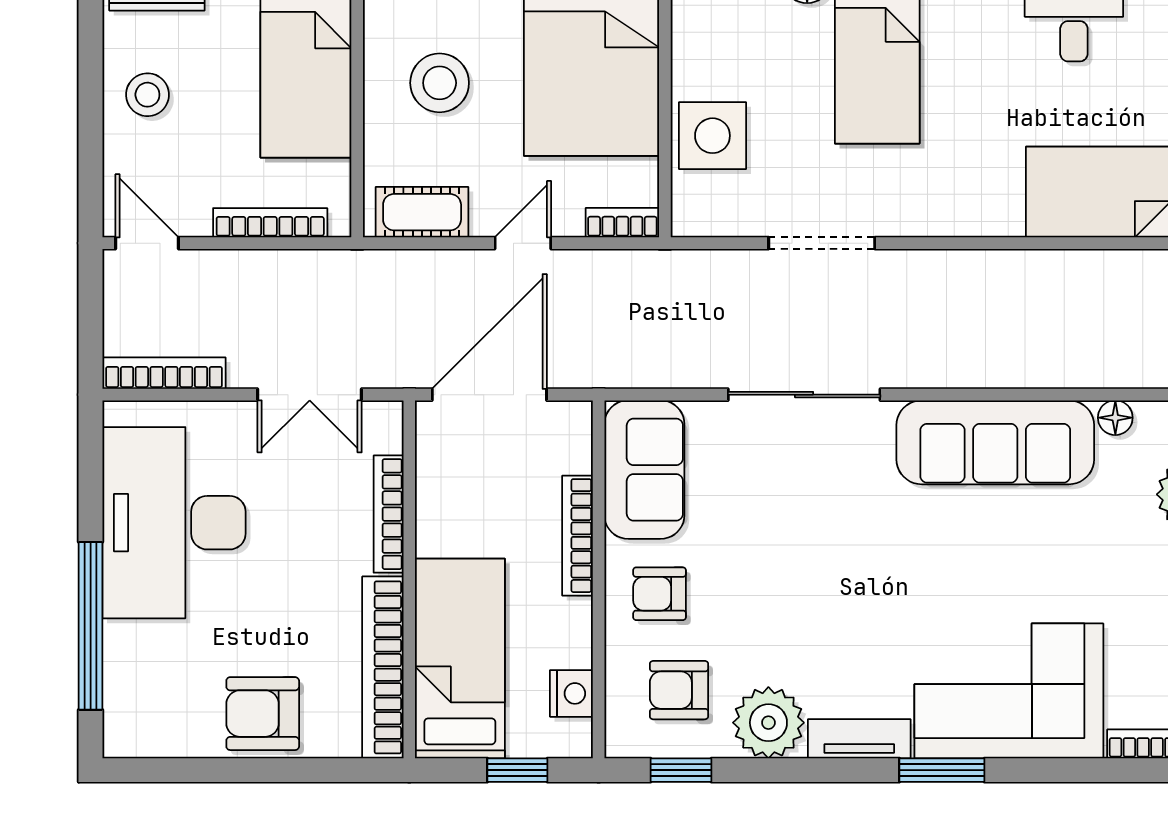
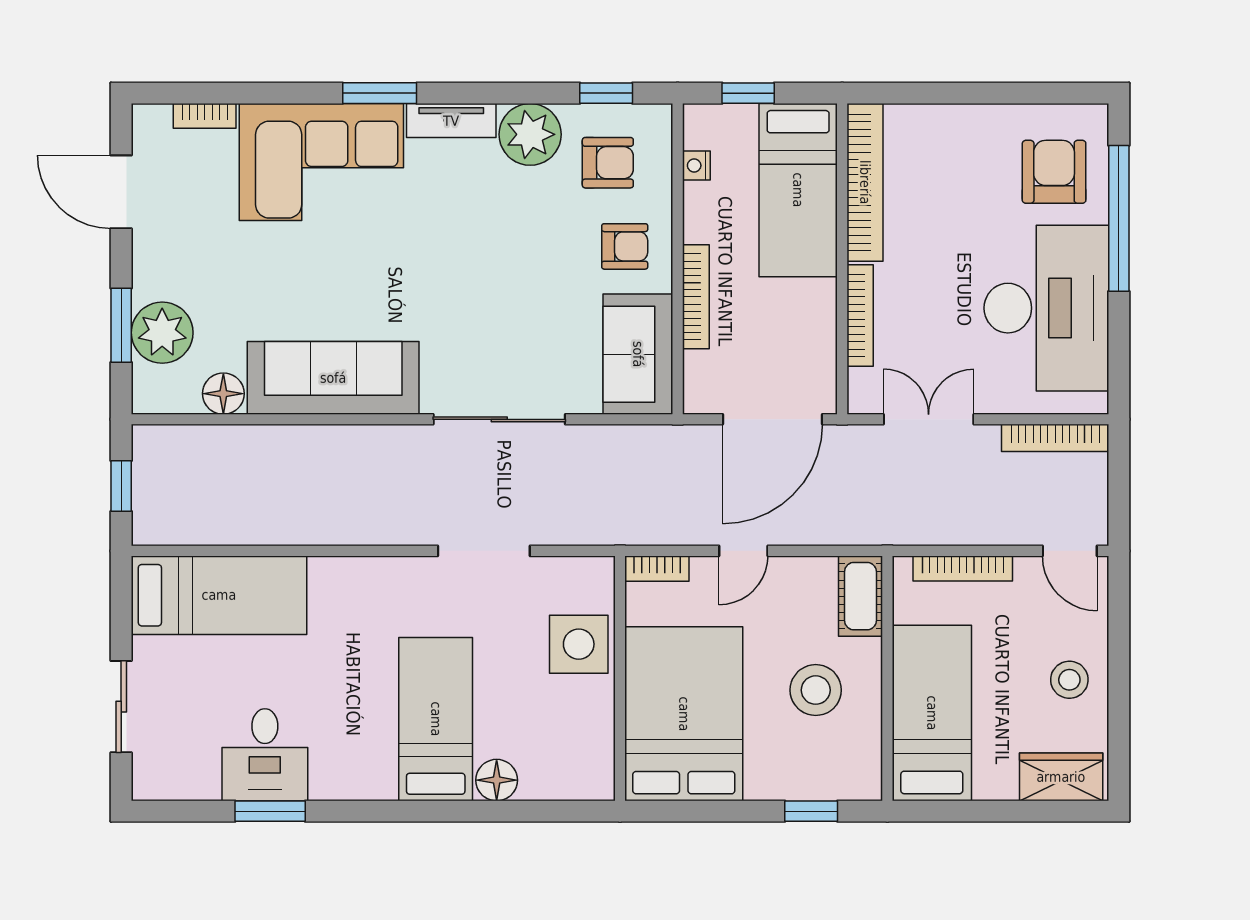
cot: (422, 212) -> (860, 596), moved, turned 90
floor lamp: (1115, 418) -> (223, 394), width x1.37, depth x1.37
nightstand: (571, 693) -> (696, 165), width x0.72, depth x0.74
armchair: (263, 714) -> (1054, 172), moved, turned -90

